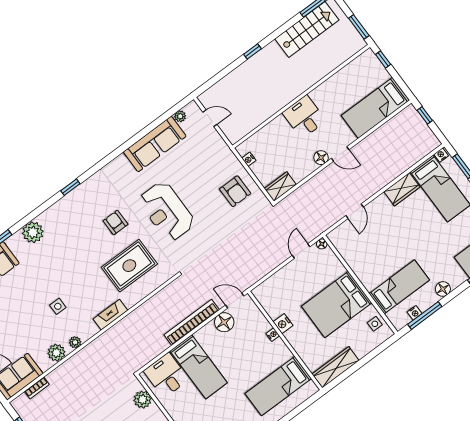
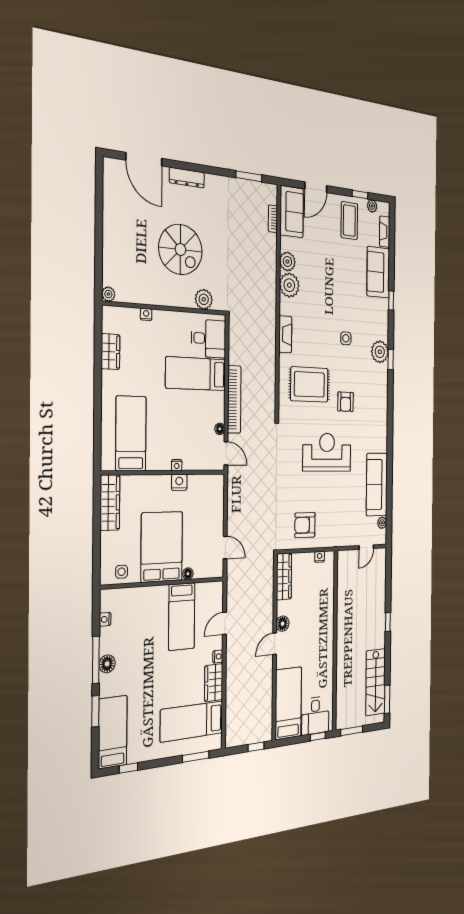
desk: (304, 117) -> (315, 716), moved, turned 90
nightstand: (441, 155) -> (218, 656), moved
window: (70, 187) -> (391, 359), moved
wardrobe: (280, 187) -> (284, 576), width x1.50
door: (355, 211) -> (224, 623), hinge flipped
armchair: (115, 223) -> (346, 402), turned 90
plant: (33, 232) -> (380, 352), moved
floor lamp: (322, 244) -> (188, 574), moved
rug: (129, 266) -> (309, 384), turned 90
bed: (399, 287) -> (182, 617), moved
door: (235, 300) -> (226, 453), hinge flipped
side table: (58, 306) -> (346, 338), moved
window: (425, 315) -> (96, 660), moved
floor lamp: (224, 322) -> (220, 429), width x0.53, depth x0.53
plant: (75, 342) -> (289, 285), width x1.88, depth x1.88

